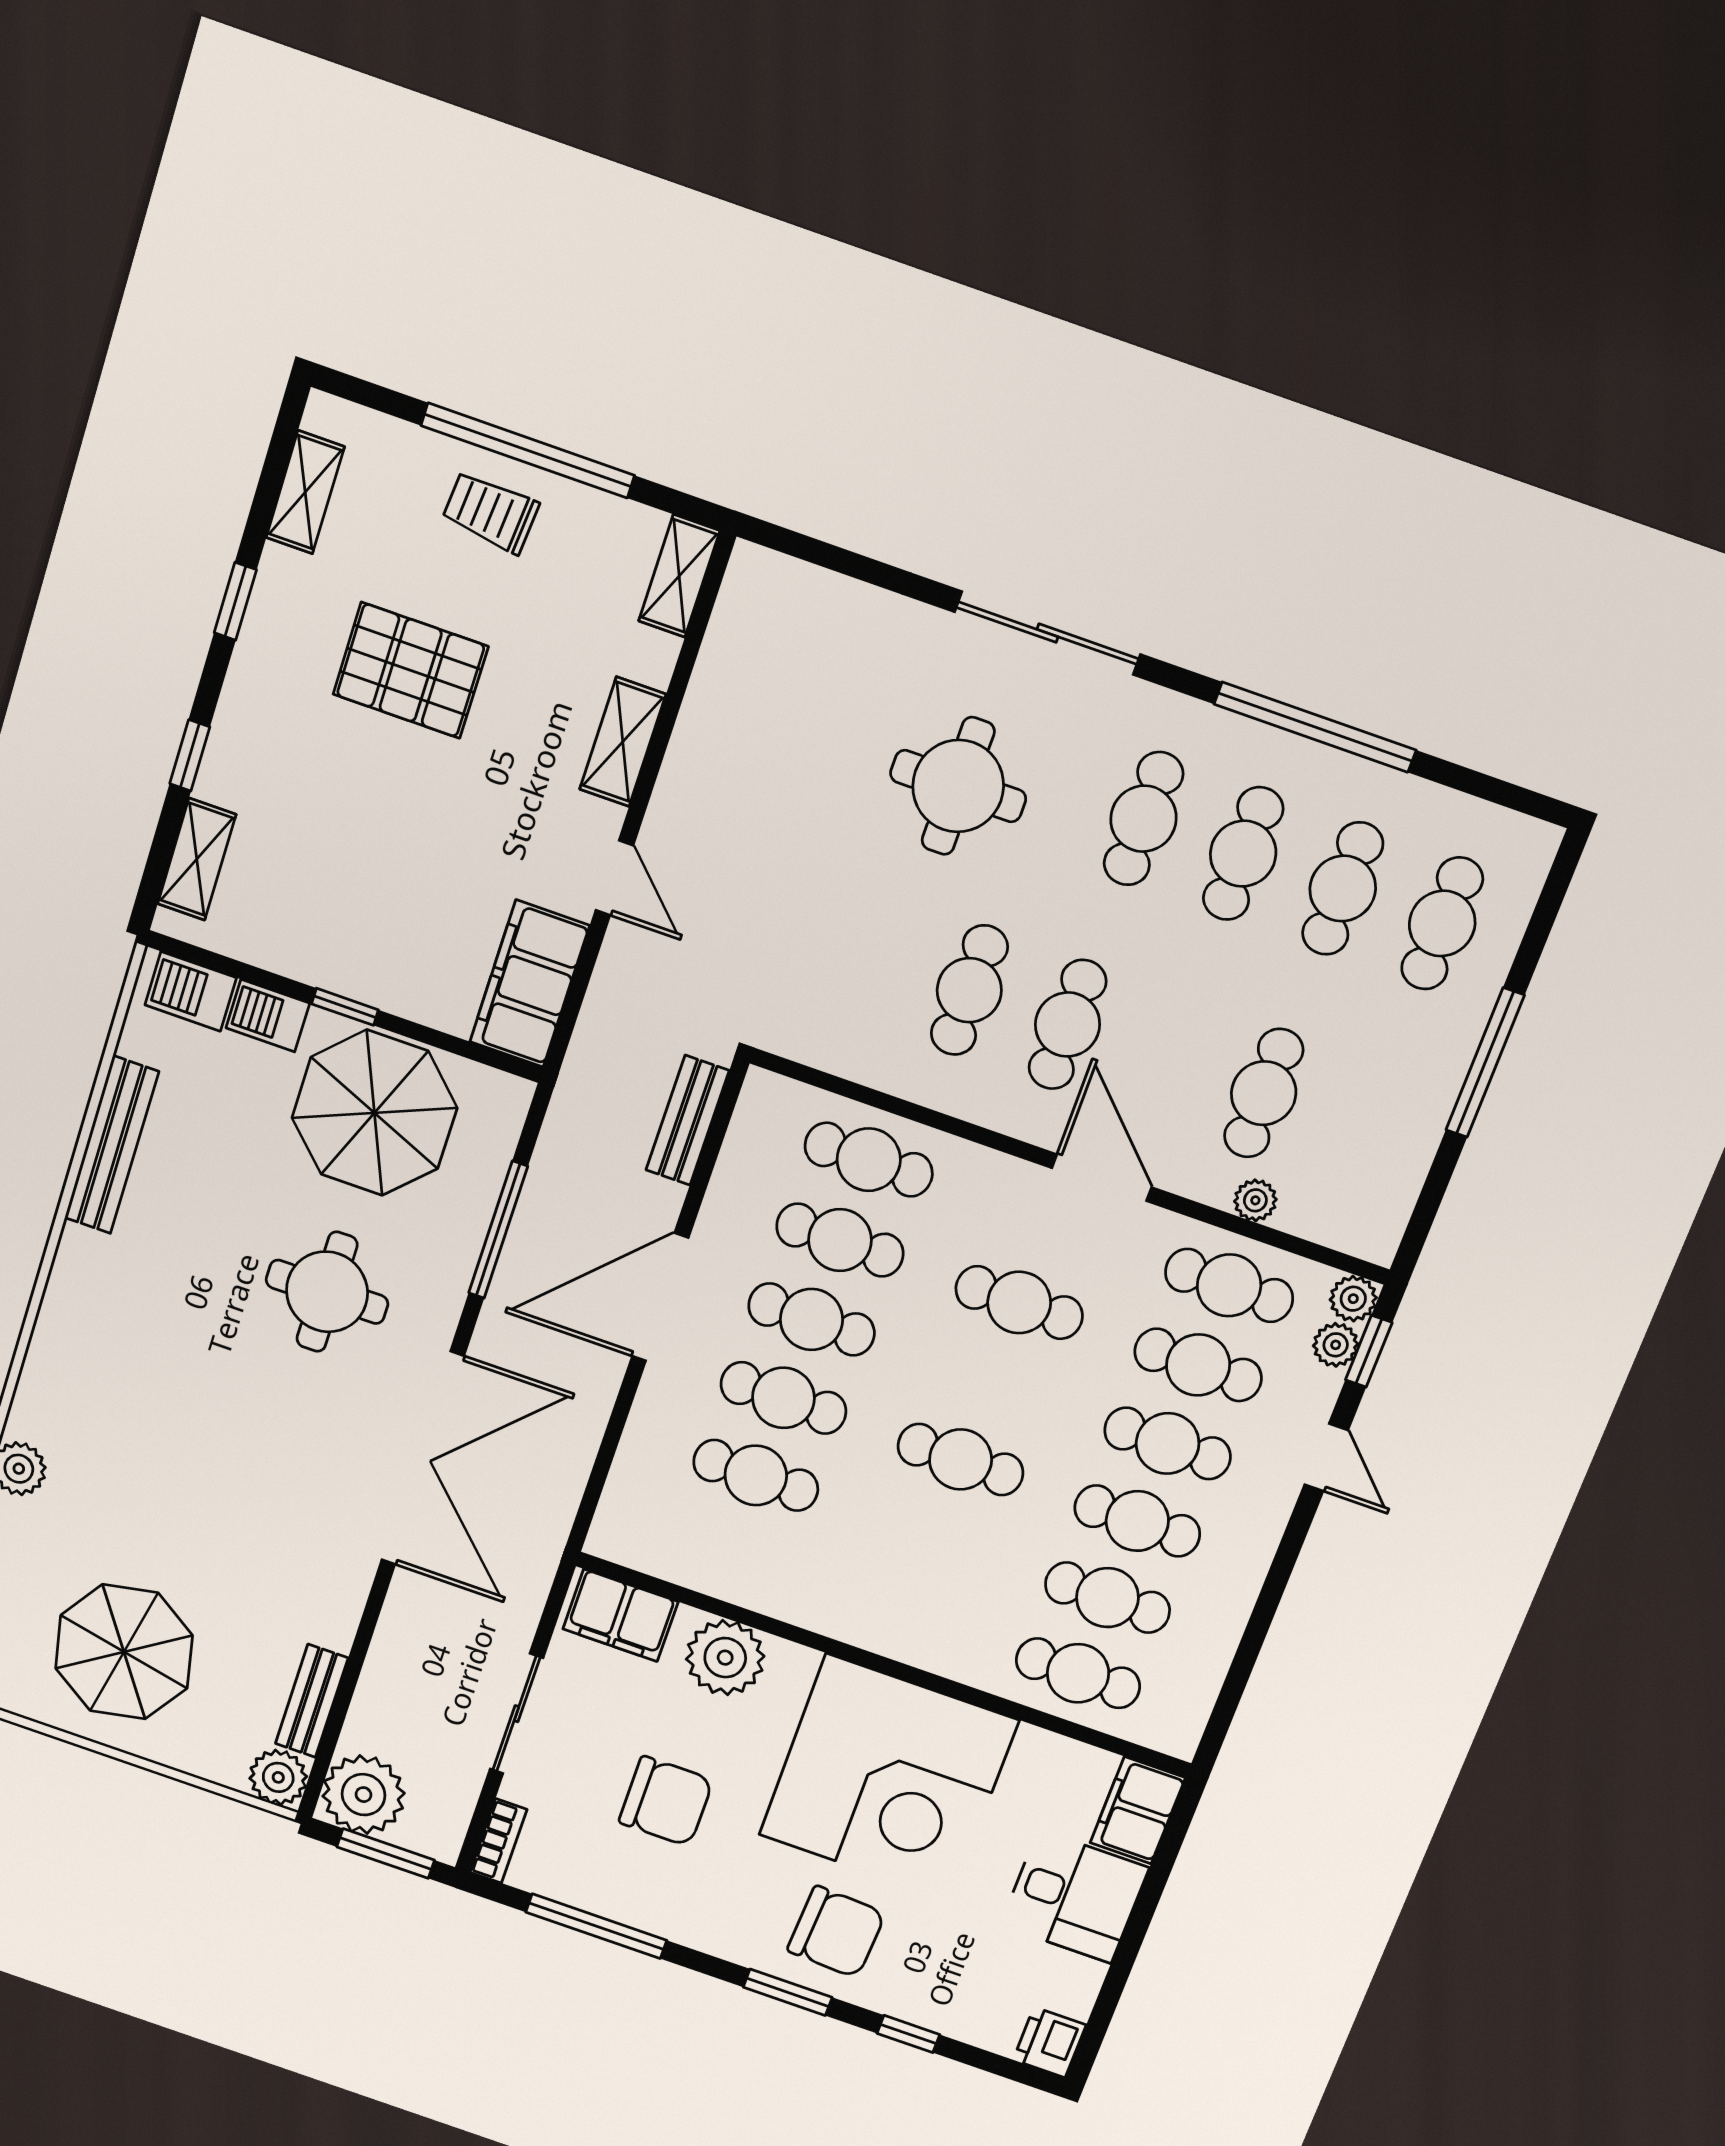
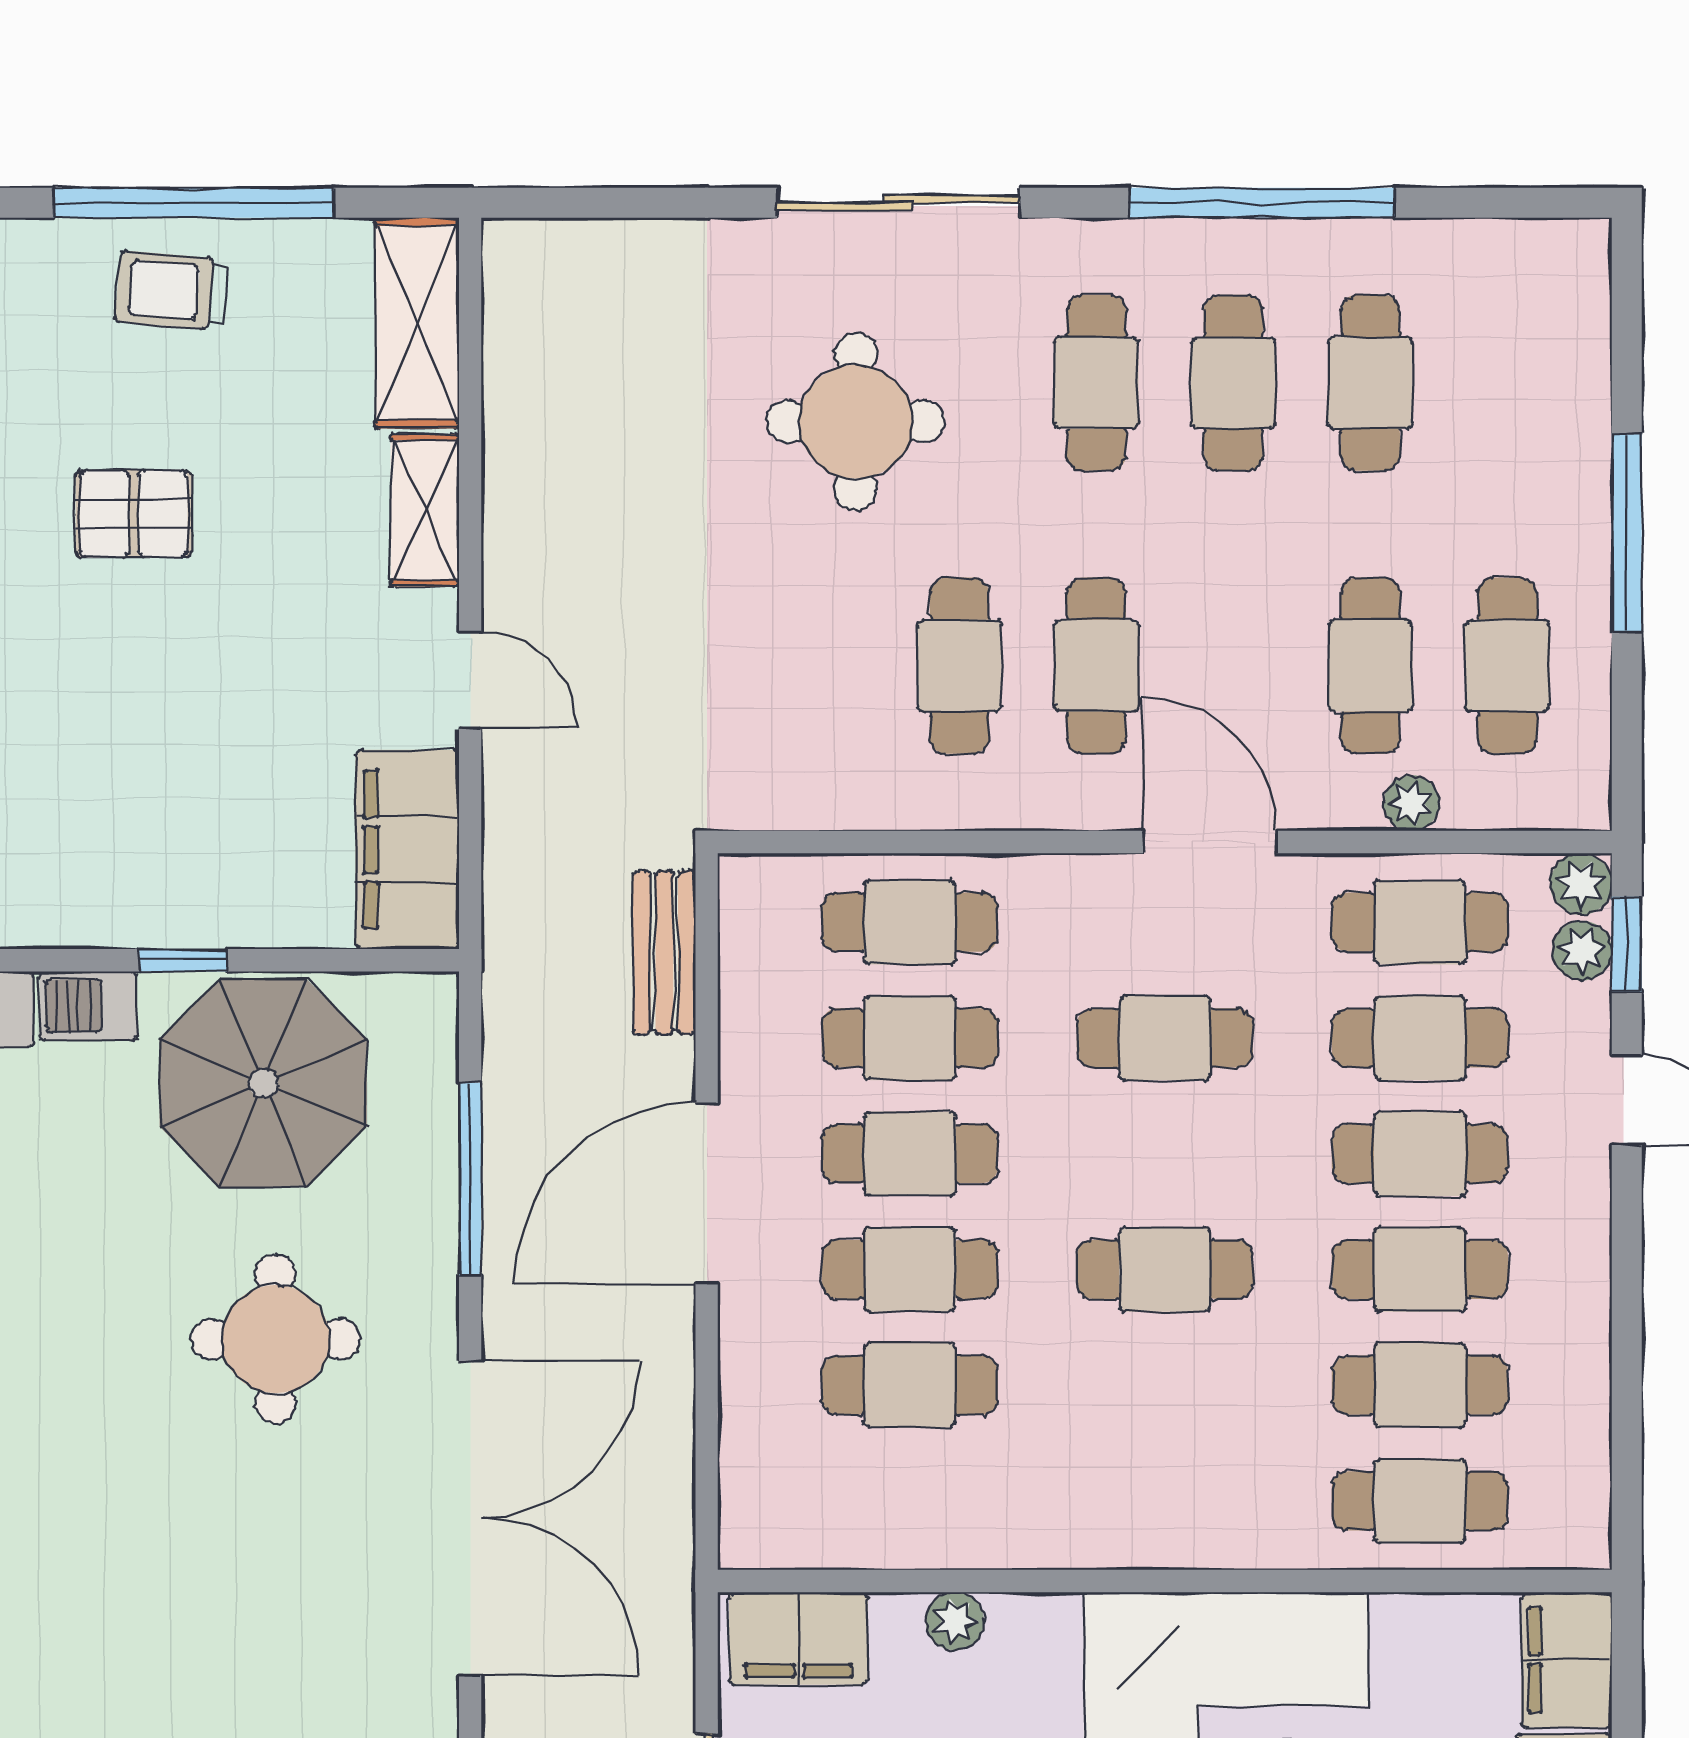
shelving: (679, 576) -> (417, 323), width x1.50, depth x1.33
pallet: (411, 670) -> (134, 514), width x0.67, depth x0.71
cafe table: (1442, 923) -> (1507, 666), moved
plant: (725, 1658) -> (955, 1621), width x0.53, depth x0.53

